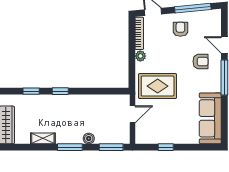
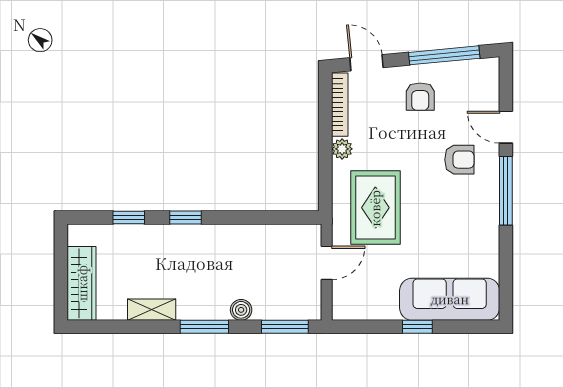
armchair: (180, 29) -> (420, 97), turned 180
rug: (158, 86) -> (375, 208), turned 90
sofa: (210, 118) -> (450, 299), moved, turned 90
window: (166, 147) -> (417, 327), moved

